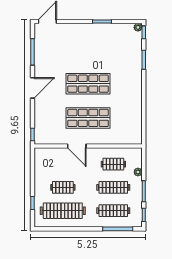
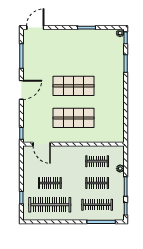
door: (77, 146) -> (42, 144), moved
clothes rail: (113, 187) -> (97, 183), width x0.73

